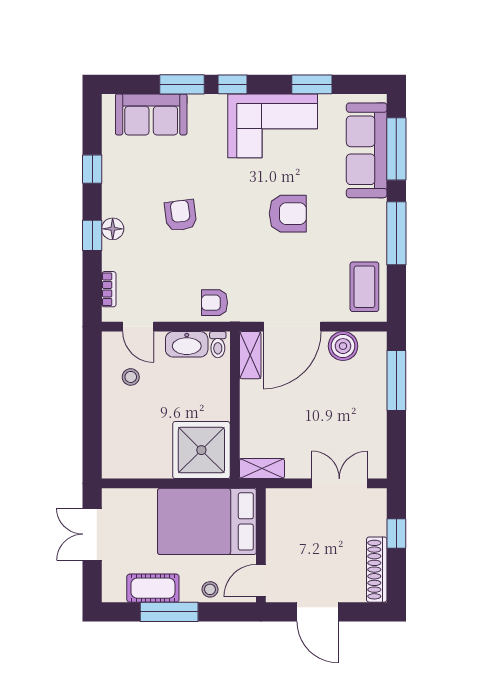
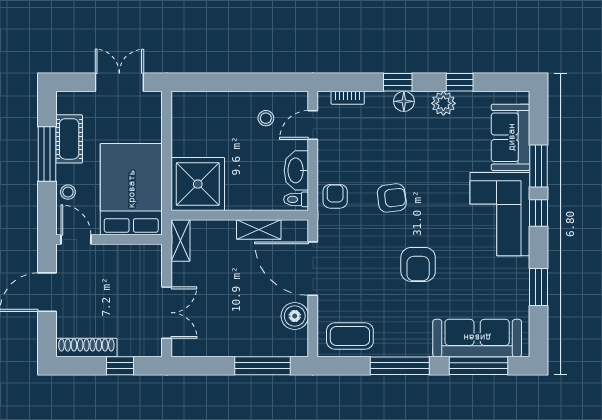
corner sofa: (273, 126) -> (500, 214), moved
plant: (115, 186) -> (443, 103), added
armchair: (181, 215) -> (392, 198), moved
shelving: (250, 355) -> (259, 230), moved

